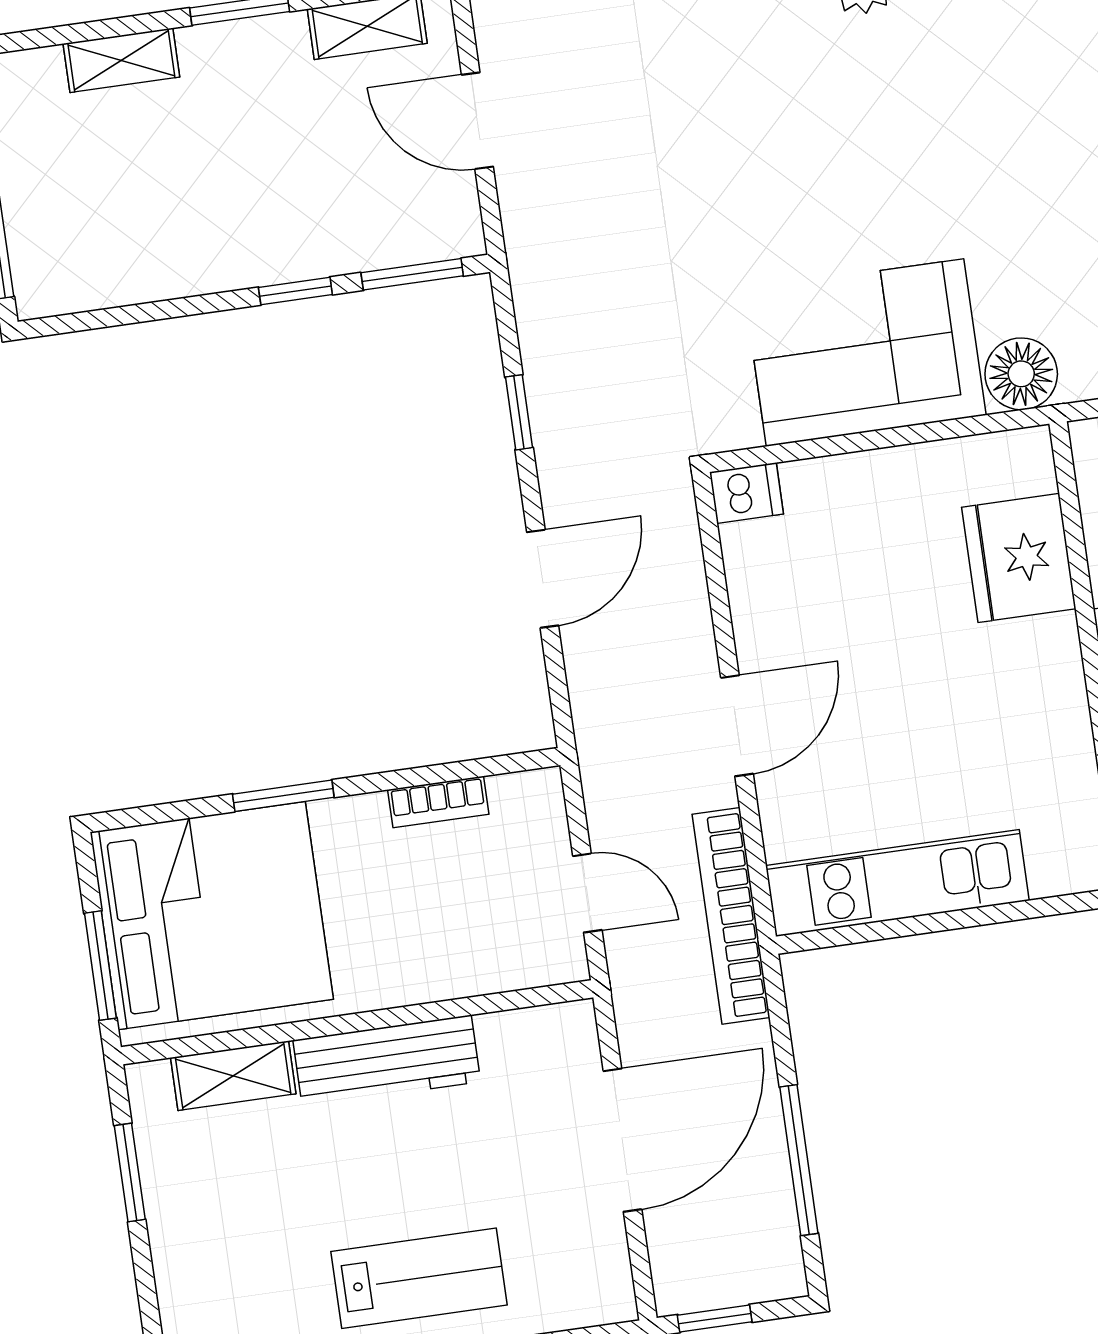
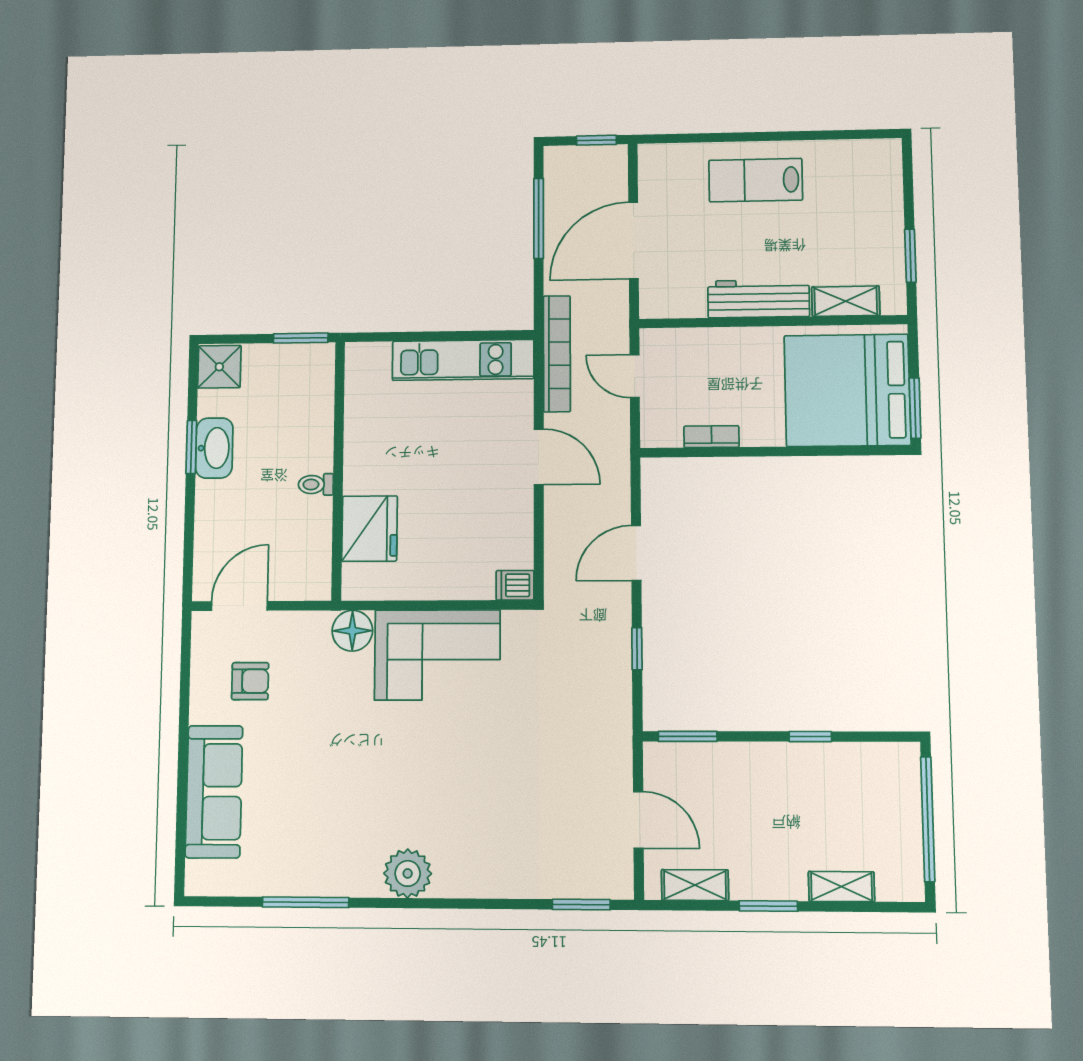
window: (295, 291) -> (810, 737), moved
door: (737, 726) -> (539, 457), swing flipped
window: (283, 796) -> (799, 451), removed
window: (100, 966) -> (915, 408), moved

